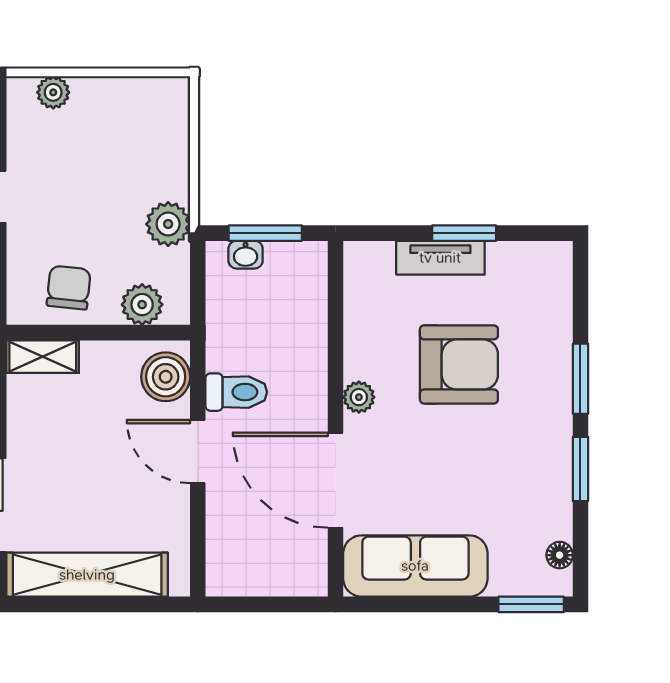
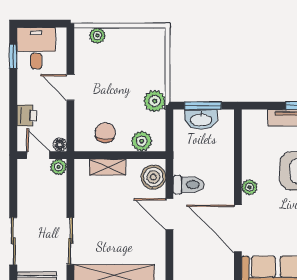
washbasin: (246, 255) -> (201, 119), width x1.91, depth x1.45
shelving: (43, 357) -> (108, 167), moved

